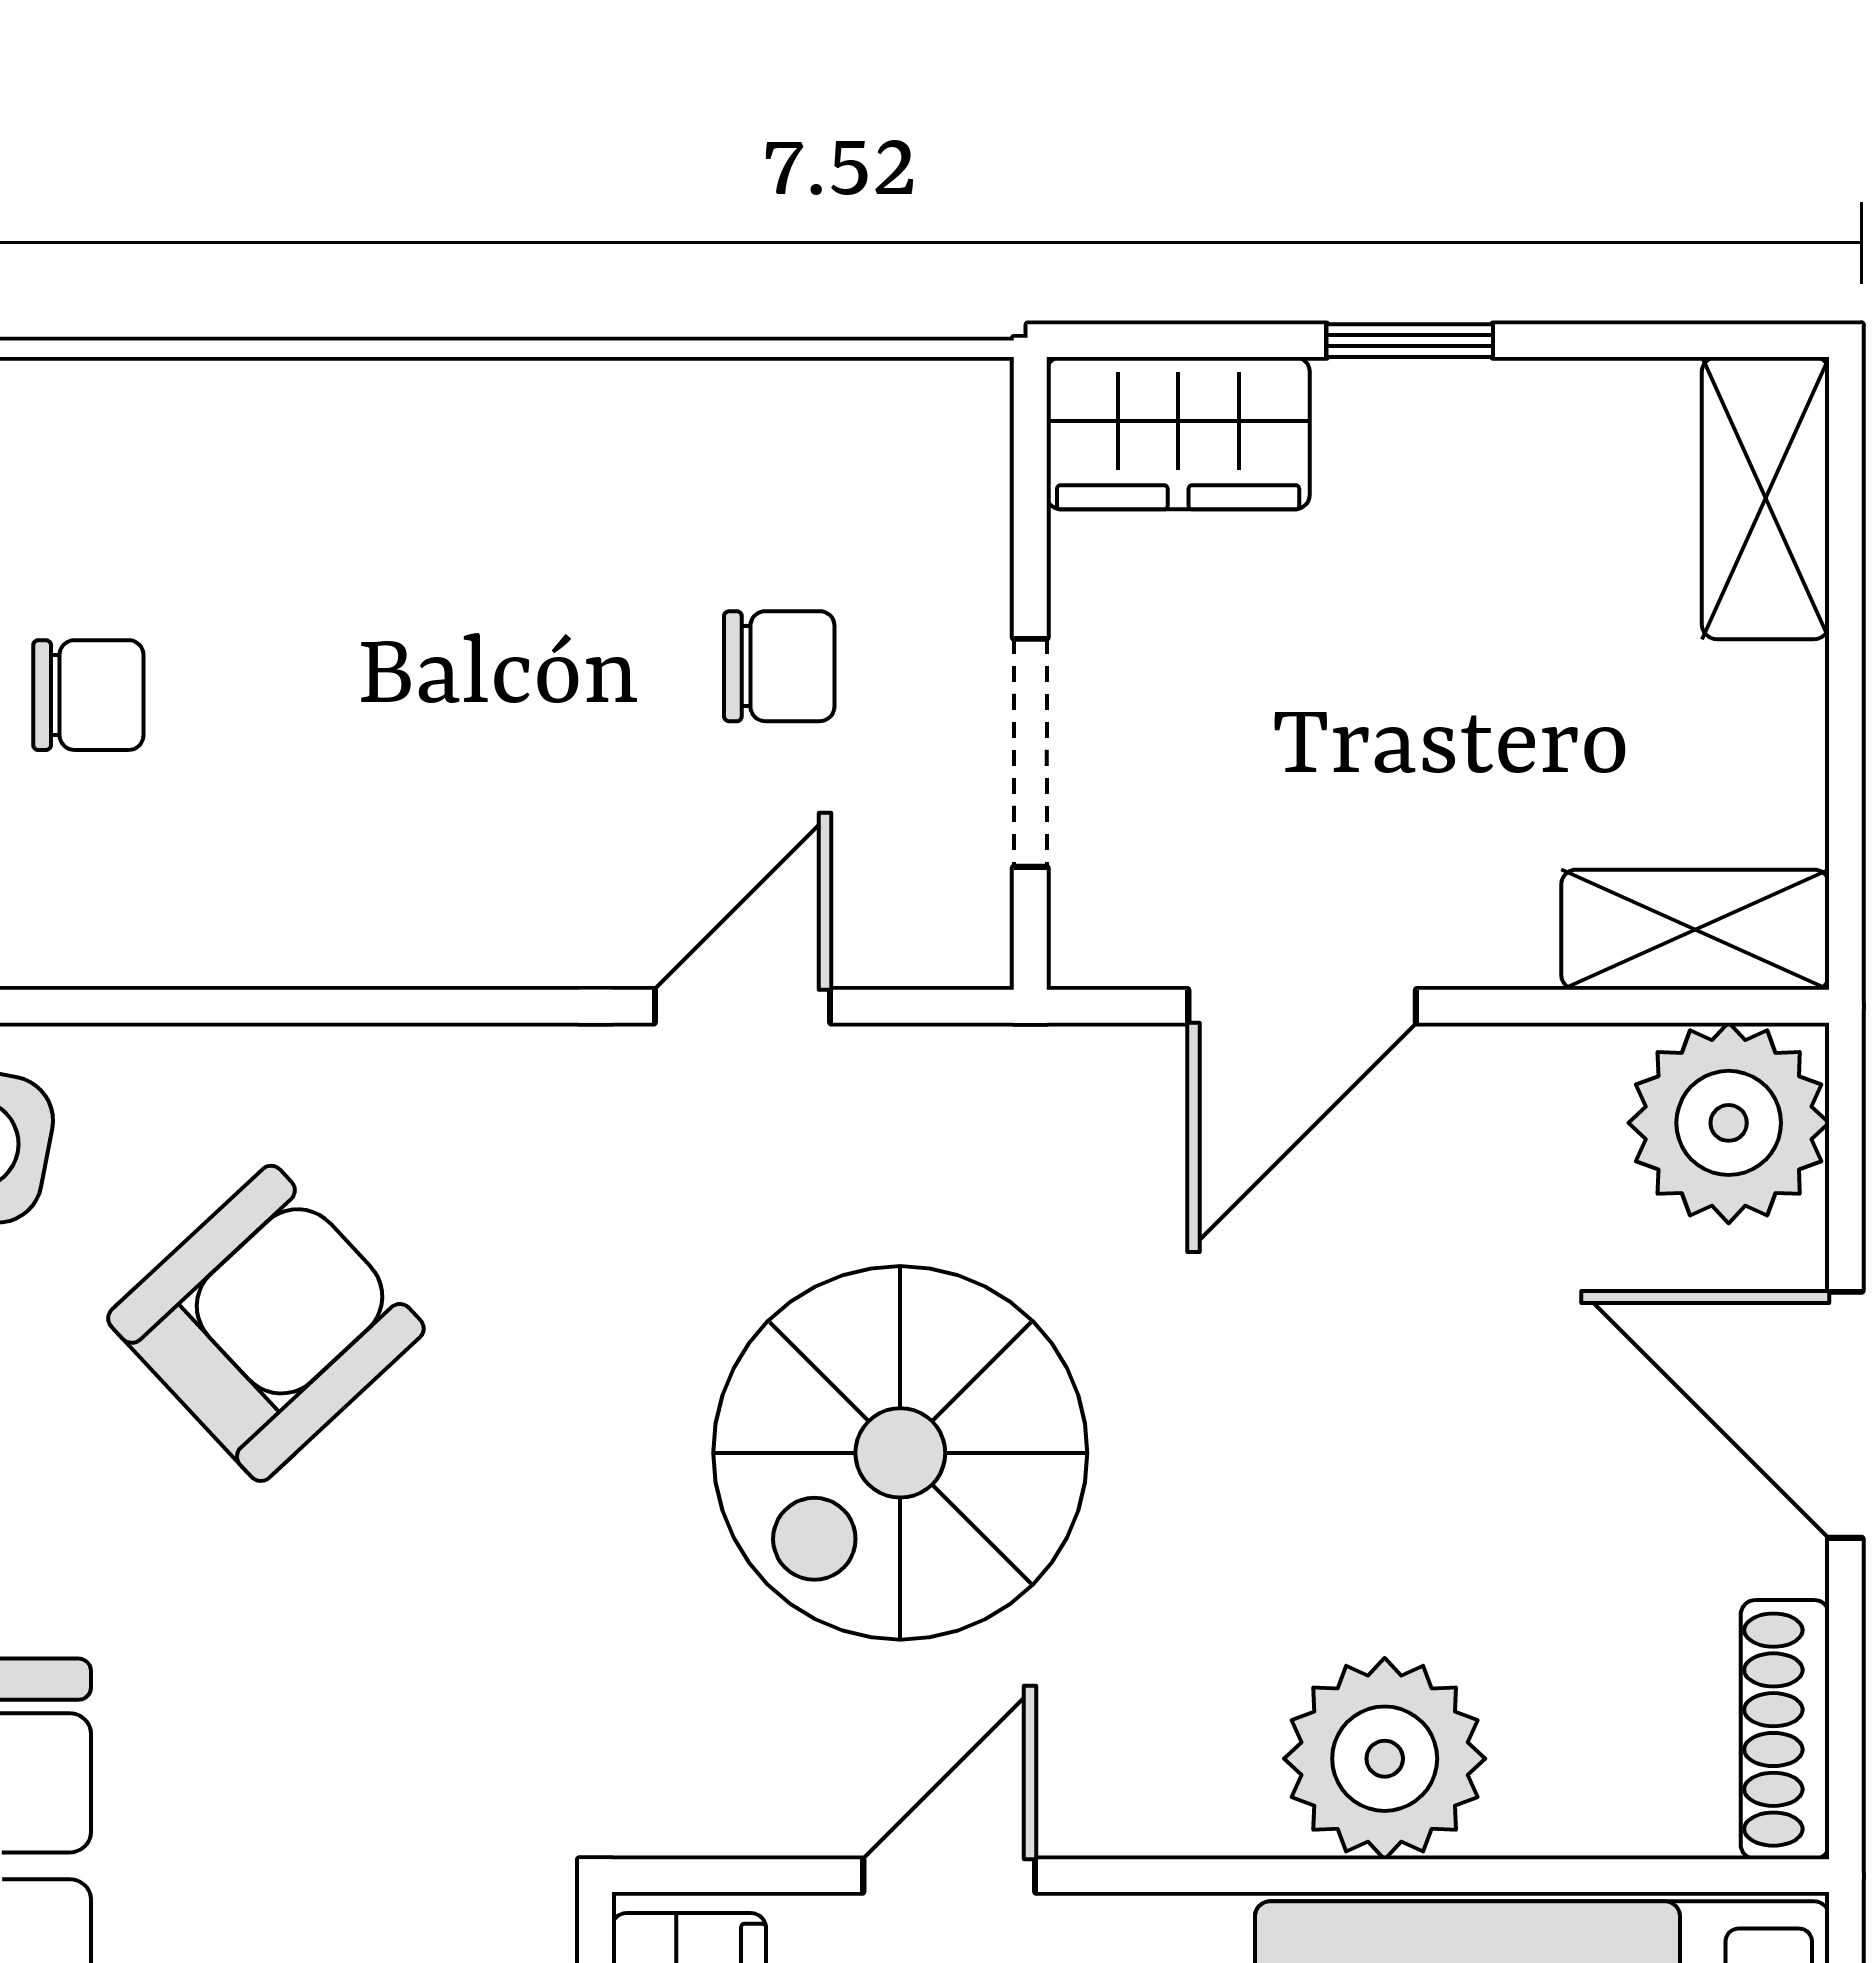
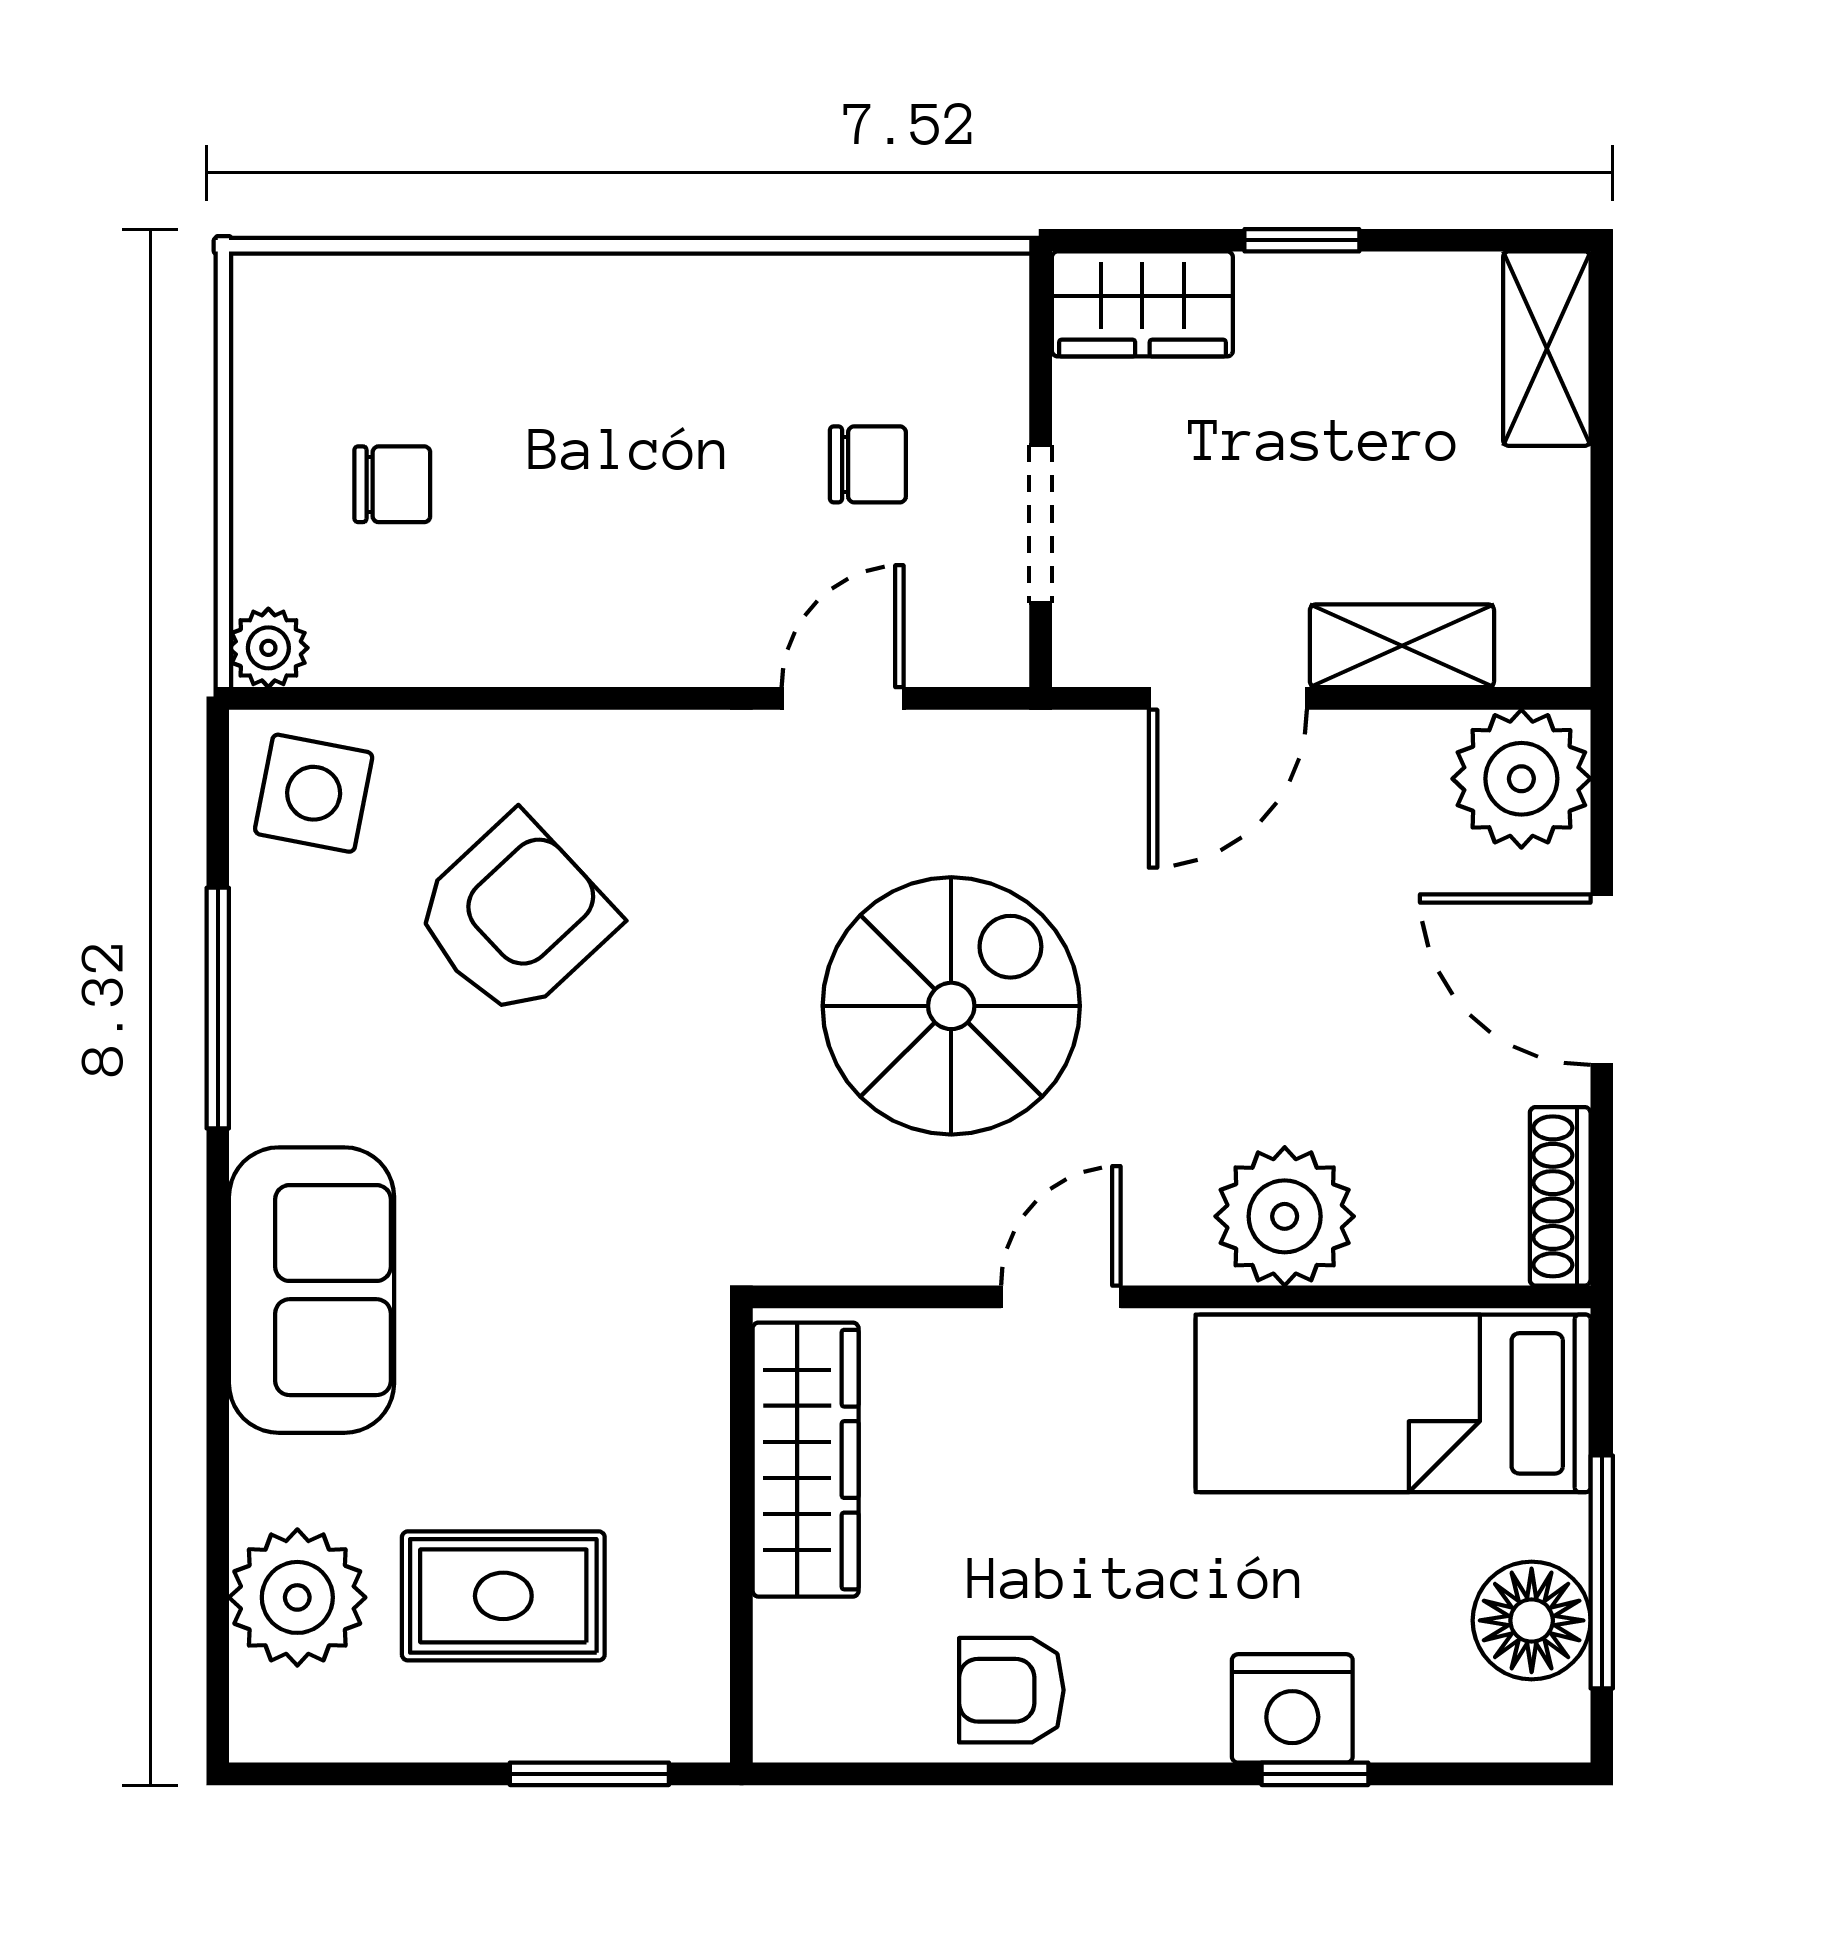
shelving: (1695, 930) -> (1402, 646), moved
spiral stairs: (900, 1453) -> (951, 1006), turned 180
door: (949, 1876) -> (1061, 1297), moved

